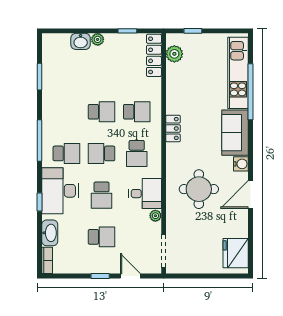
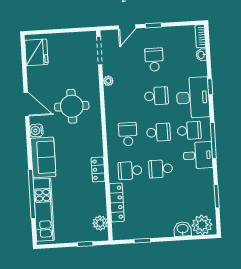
plant: (98, 39) -> (202, 225), moved, width x1.87, depth x1.87
locker: (154, 55) -> (117, 202), moved
locker: (173, 128) -> (98, 169), moved
school desk: (66, 153) -> (189, 131), turned 180
desk: (145, 194) -> (198, 155), moved, turned 180
school desk: (102, 195) -> (156, 96), turned 90
door: (250, 195) -> (26, 104), hinge flipped
washbasin: (50, 233) -> (201, 55), width x0.52, depth x0.69
school desk: (102, 237) -> (154, 60), turned 90
door: (130, 276) -> (127, 27), hinge flipped

